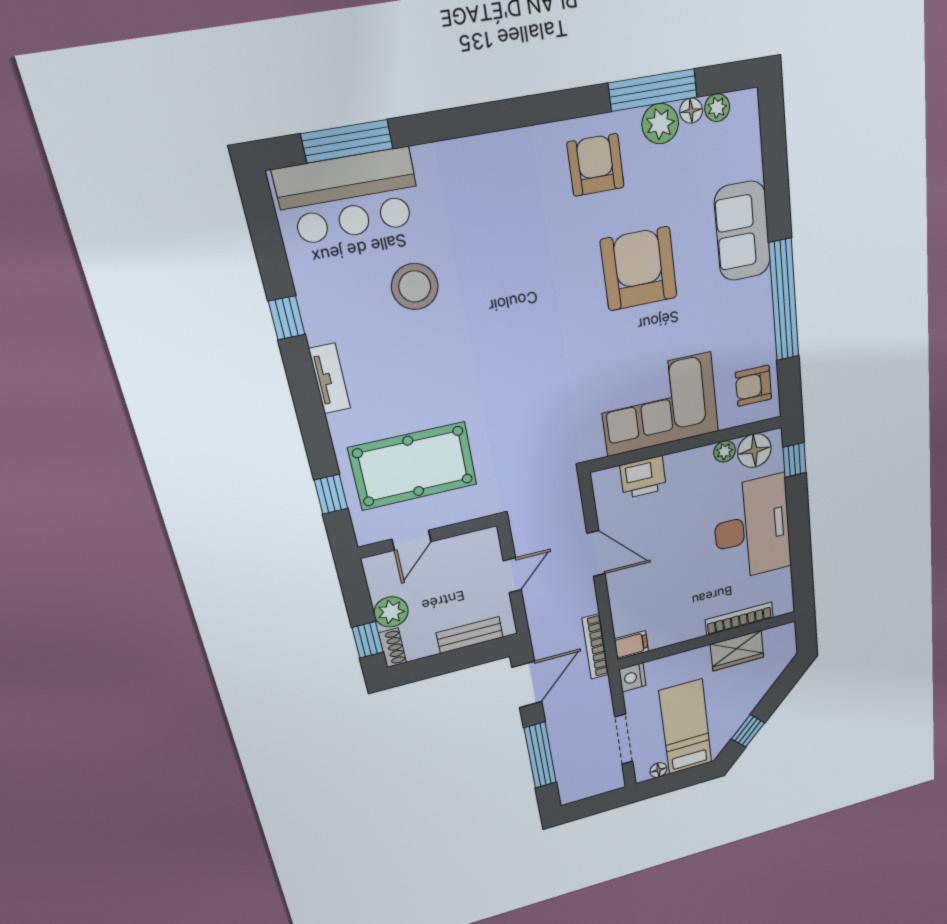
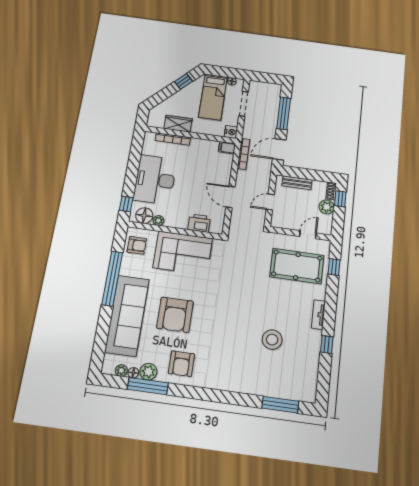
bar counter: (349, 197) -> (287, 383), removed
sofa: (742, 231) -> (127, 316), width x1.85, depth x1.27

